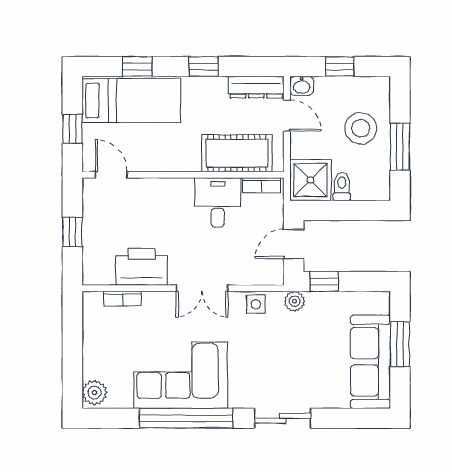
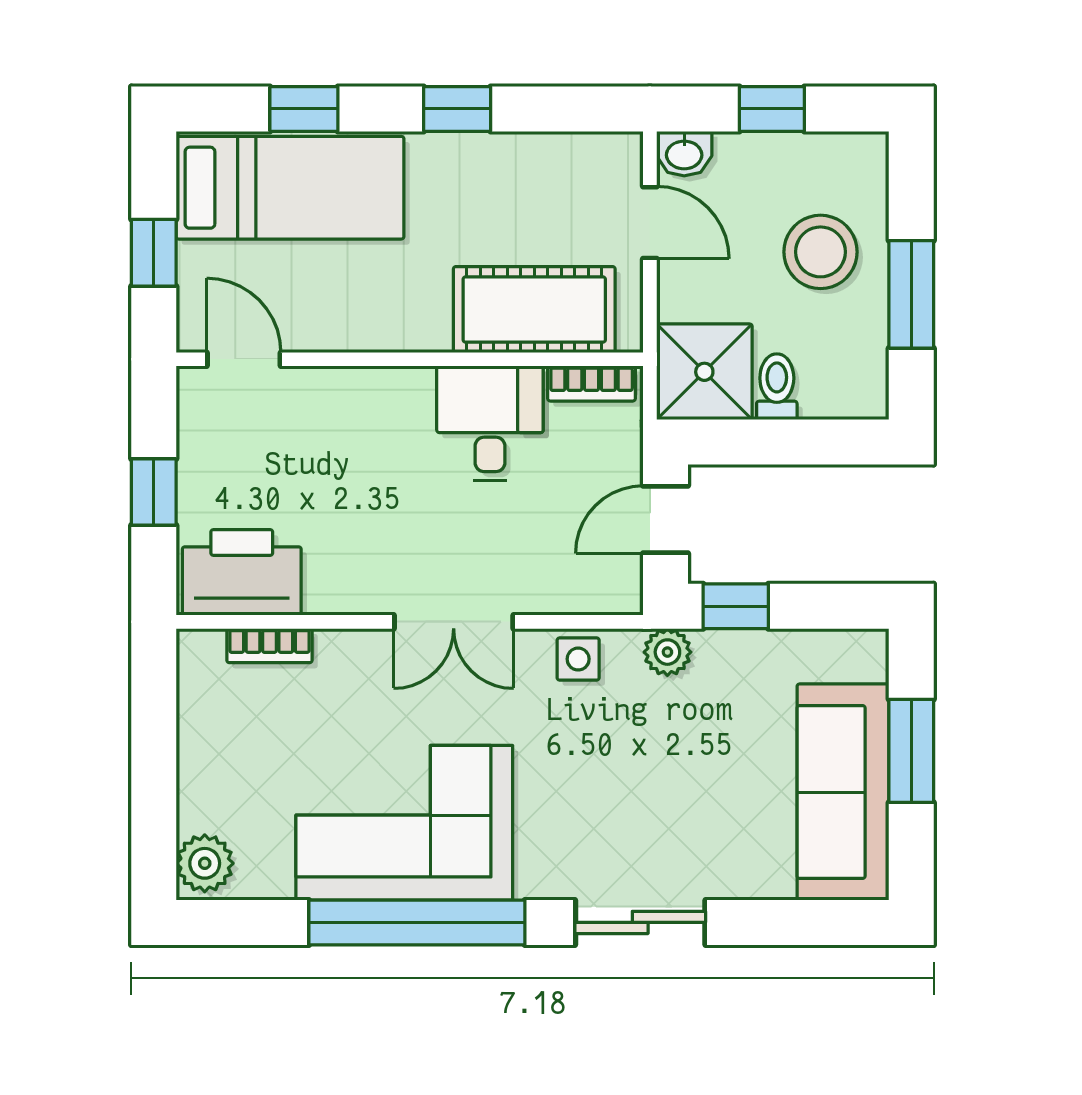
dresser: (256, 87) -> (579, 156), removed
printer: (142, 267) -> (242, 572), moved

